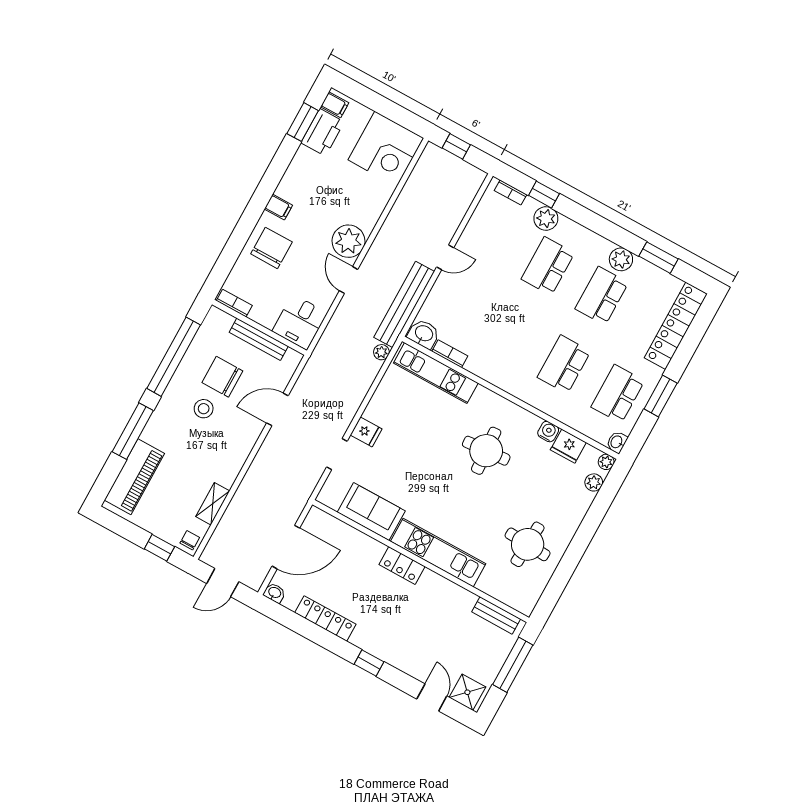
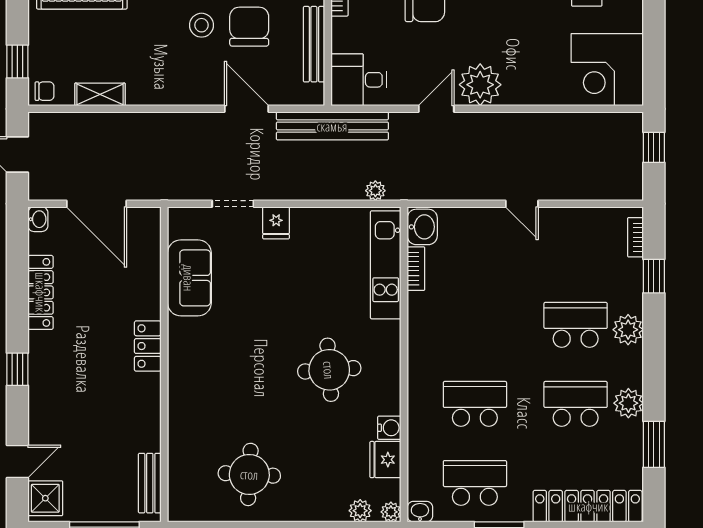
plant: (546, 218) -> (628, 330), moved
bench: (404, 304) -> (332, 126), moved
kitchen unit: (438, 553) -> (185, 379), removed

